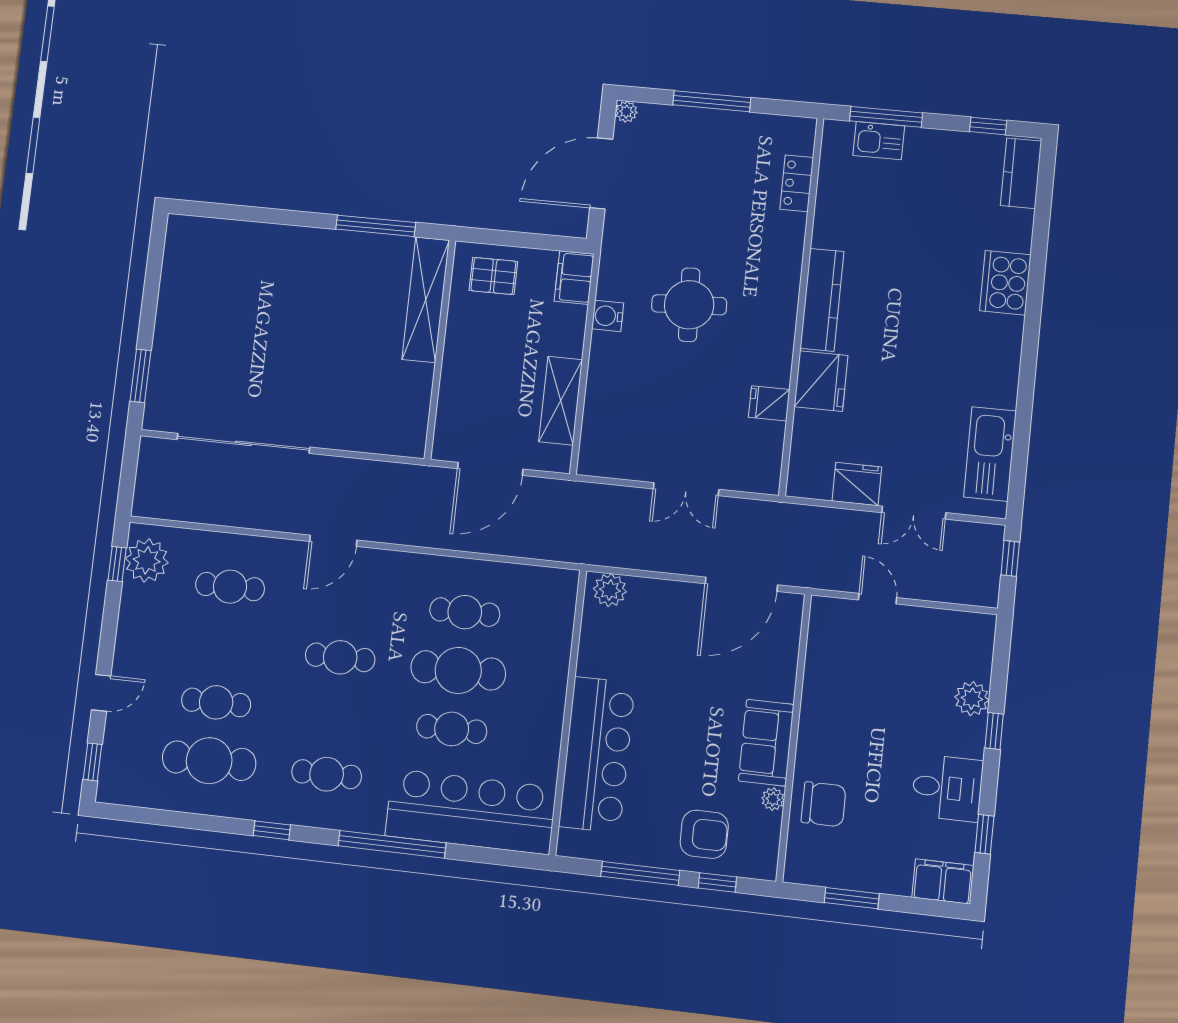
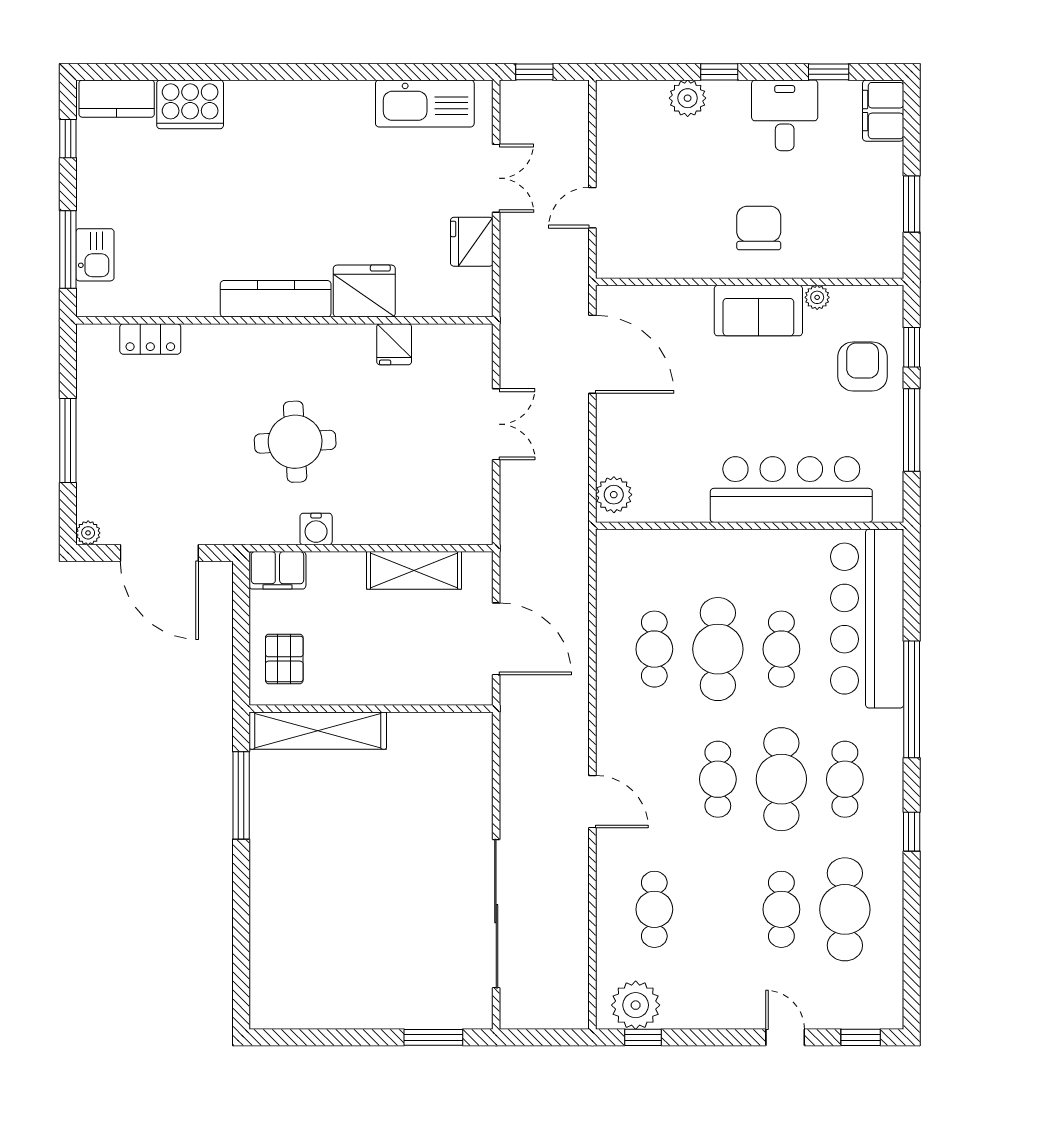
cooker: (1005, 283) -> (190, 104), moved
cafe table: (333, 716) -> (781, 779), added
chair: (824, 804) -> (759, 228), moved

